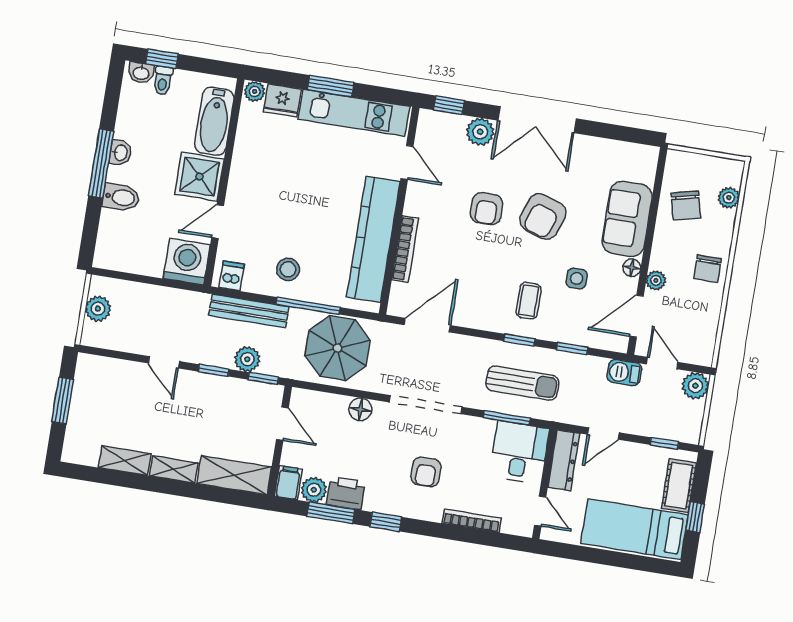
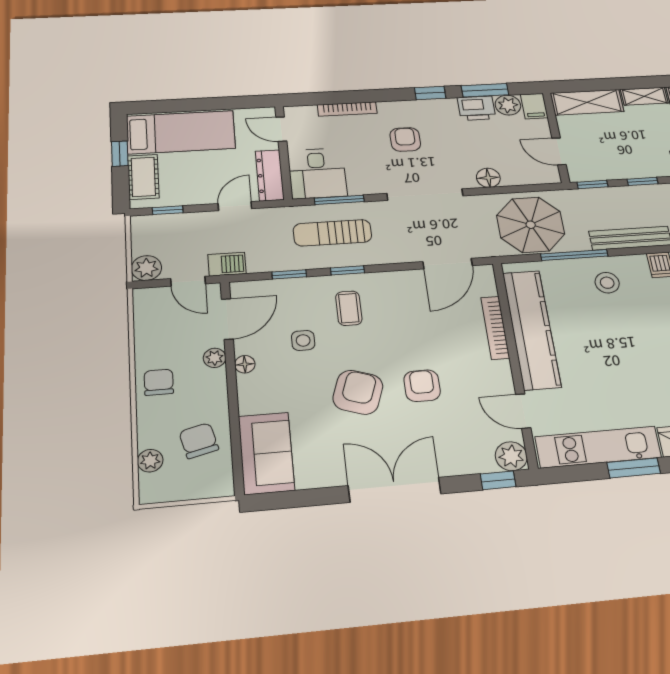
plant: (480, 132) -> (511, 456), moved
sofa: (627, 219) -> (266, 453), moved
plant: (247, 359) -> (614, 197), removed

